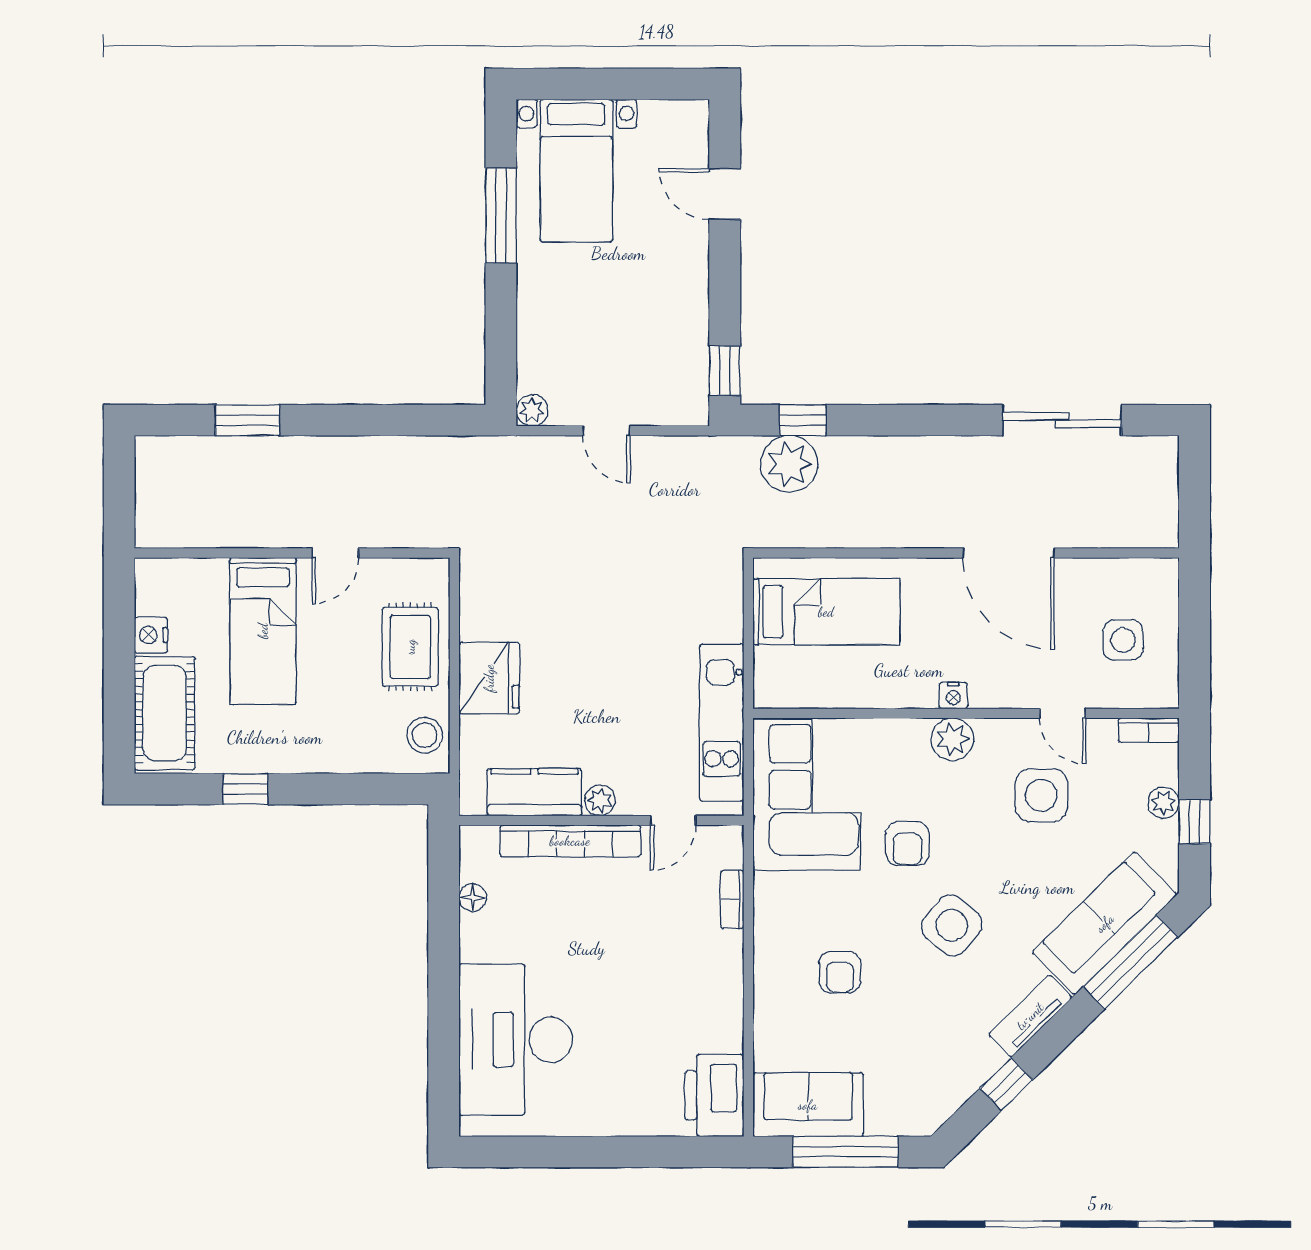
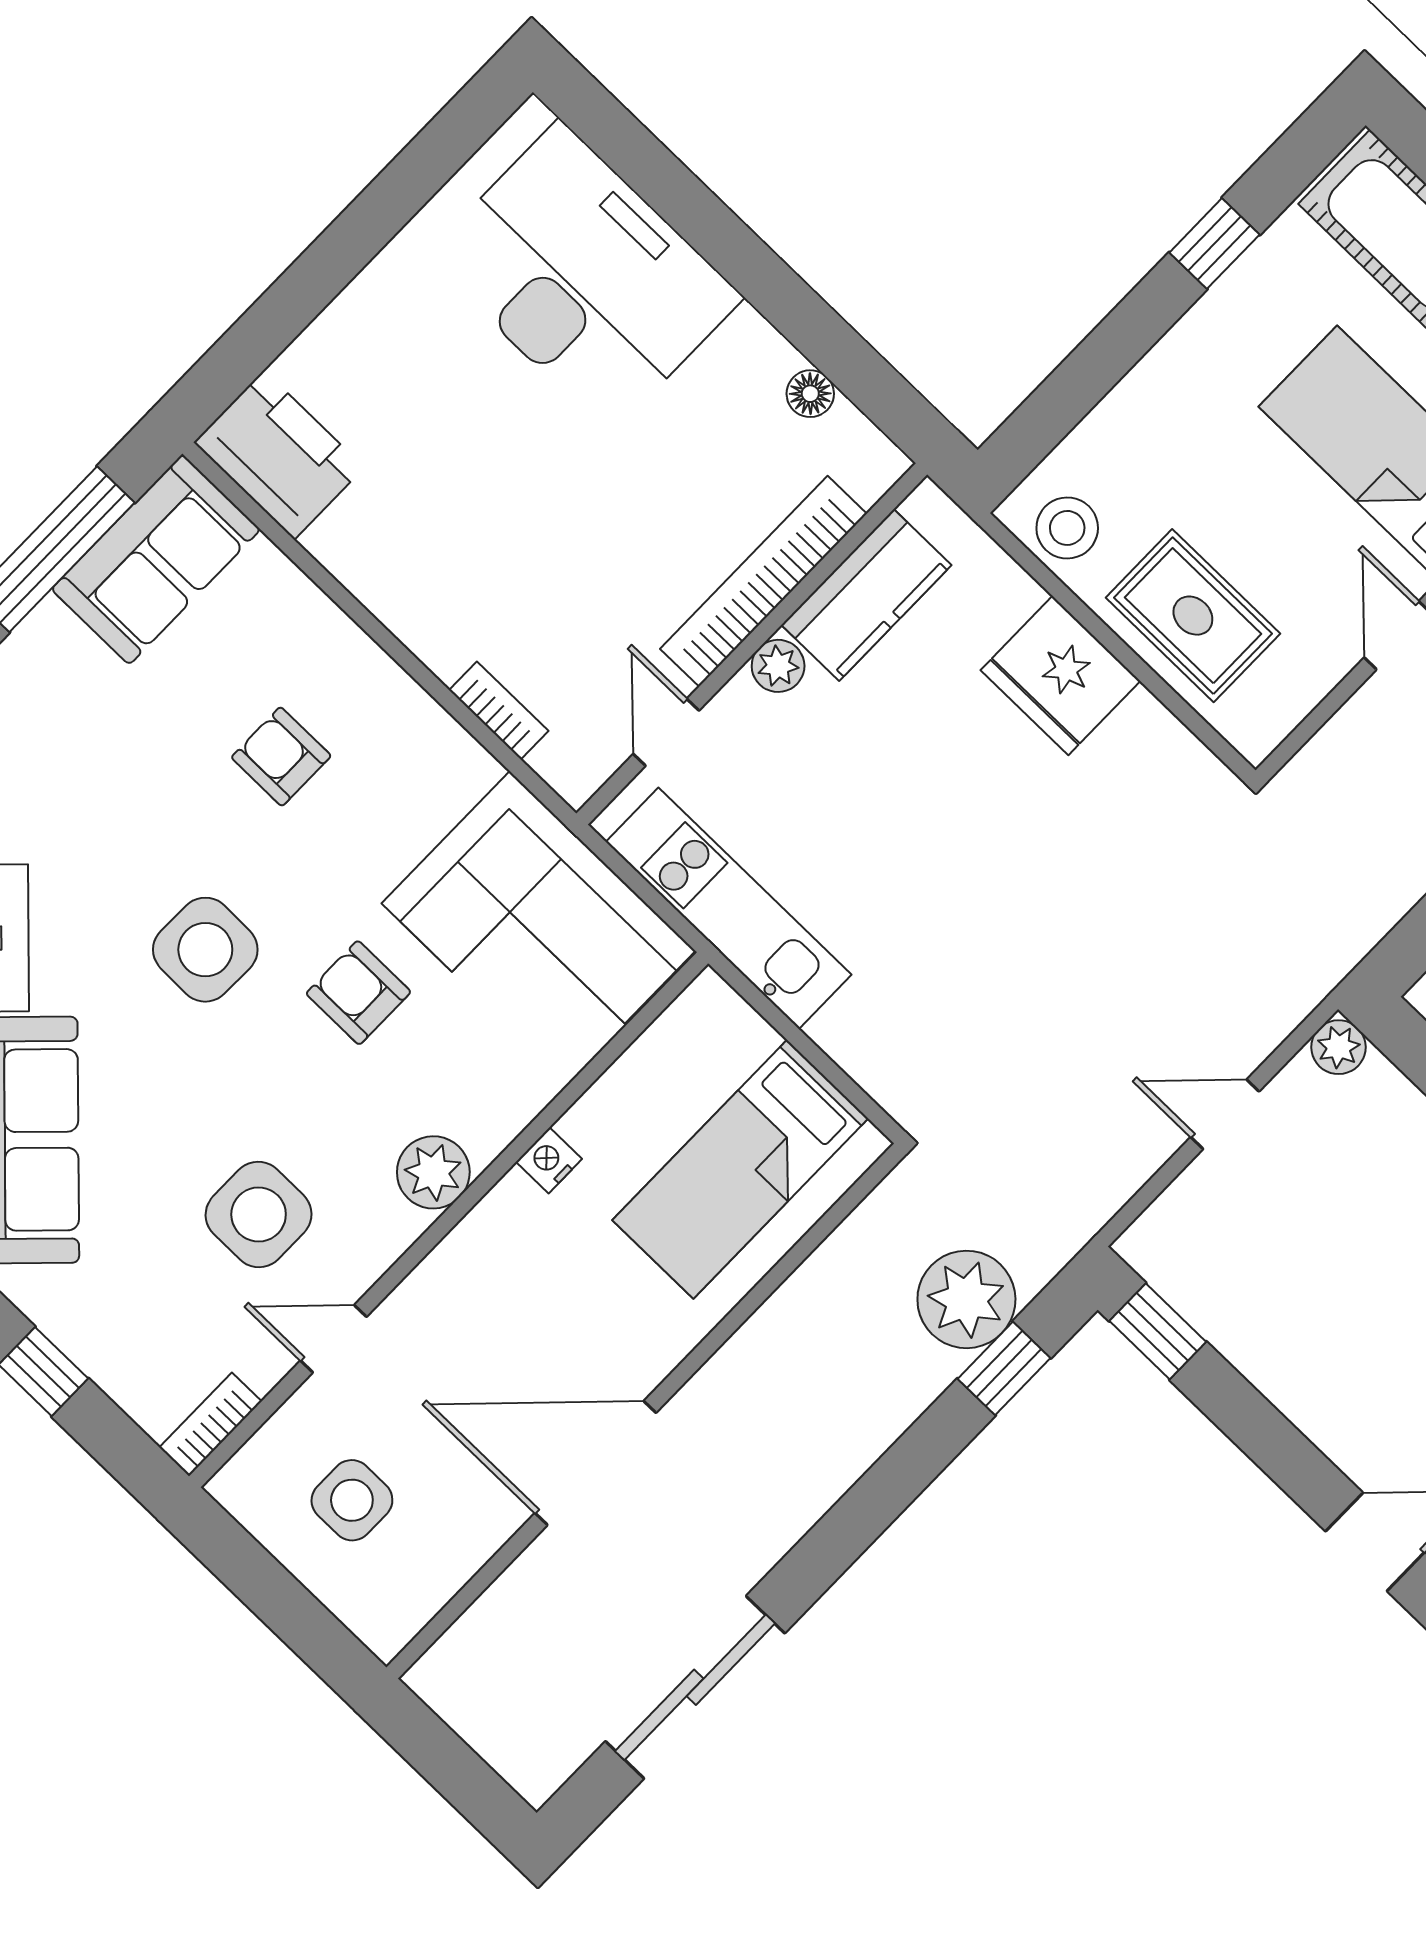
nightstand: (953, 695) -> (549, 1160), moved
plant: (1163, 803) -> (104, 1356), removed
side table: (952, 925) -> (205, 950), turned -38

